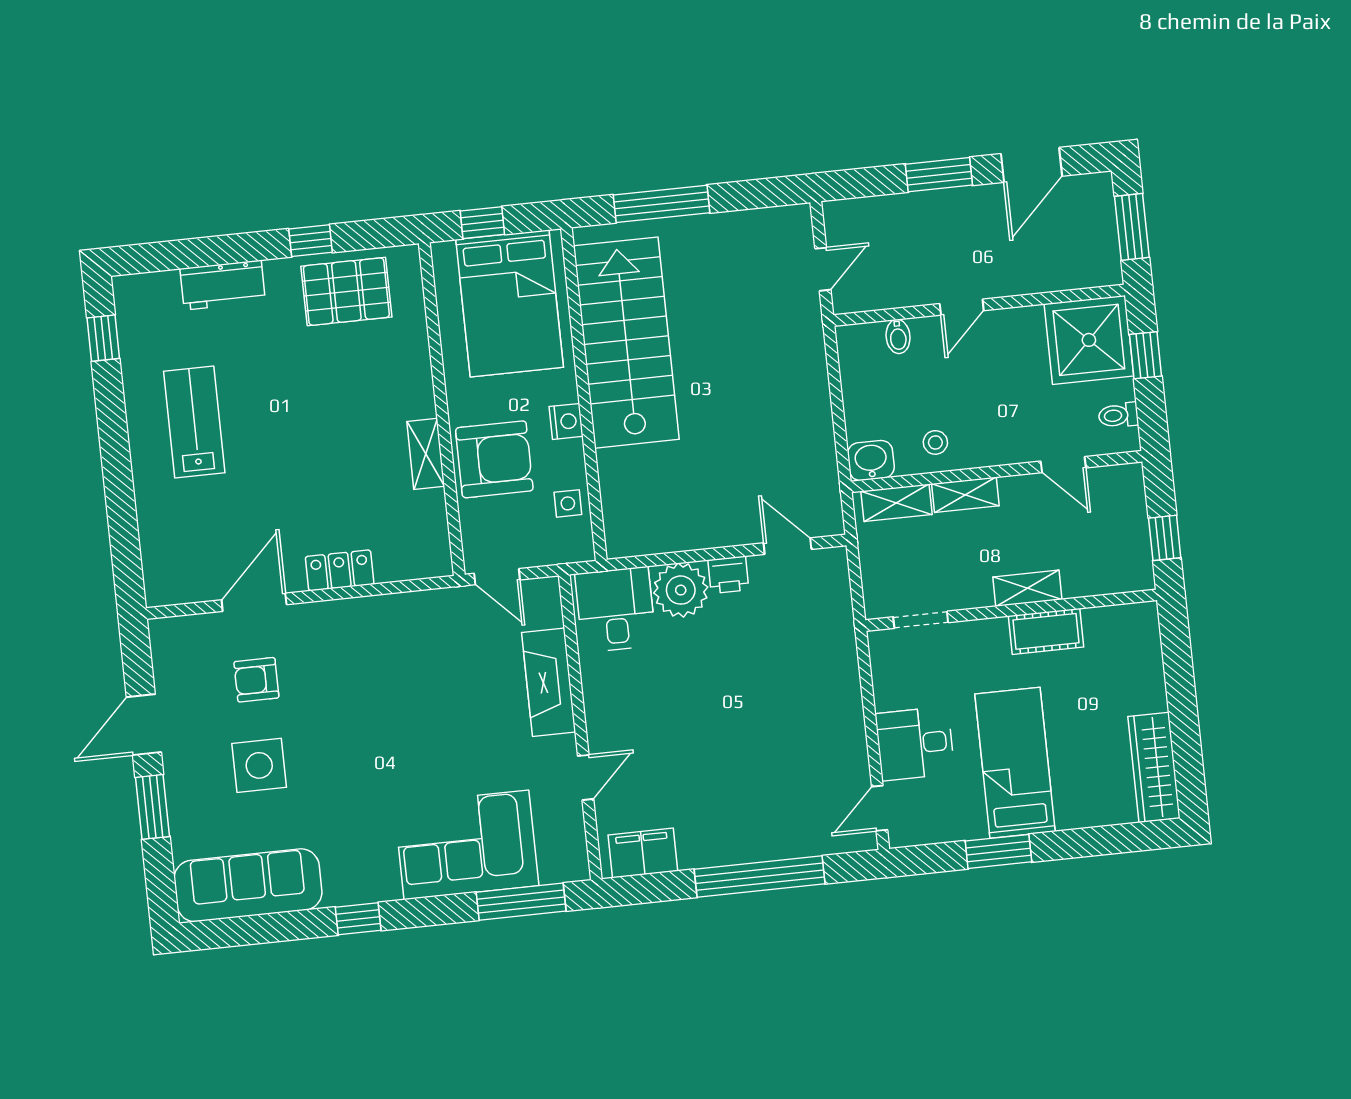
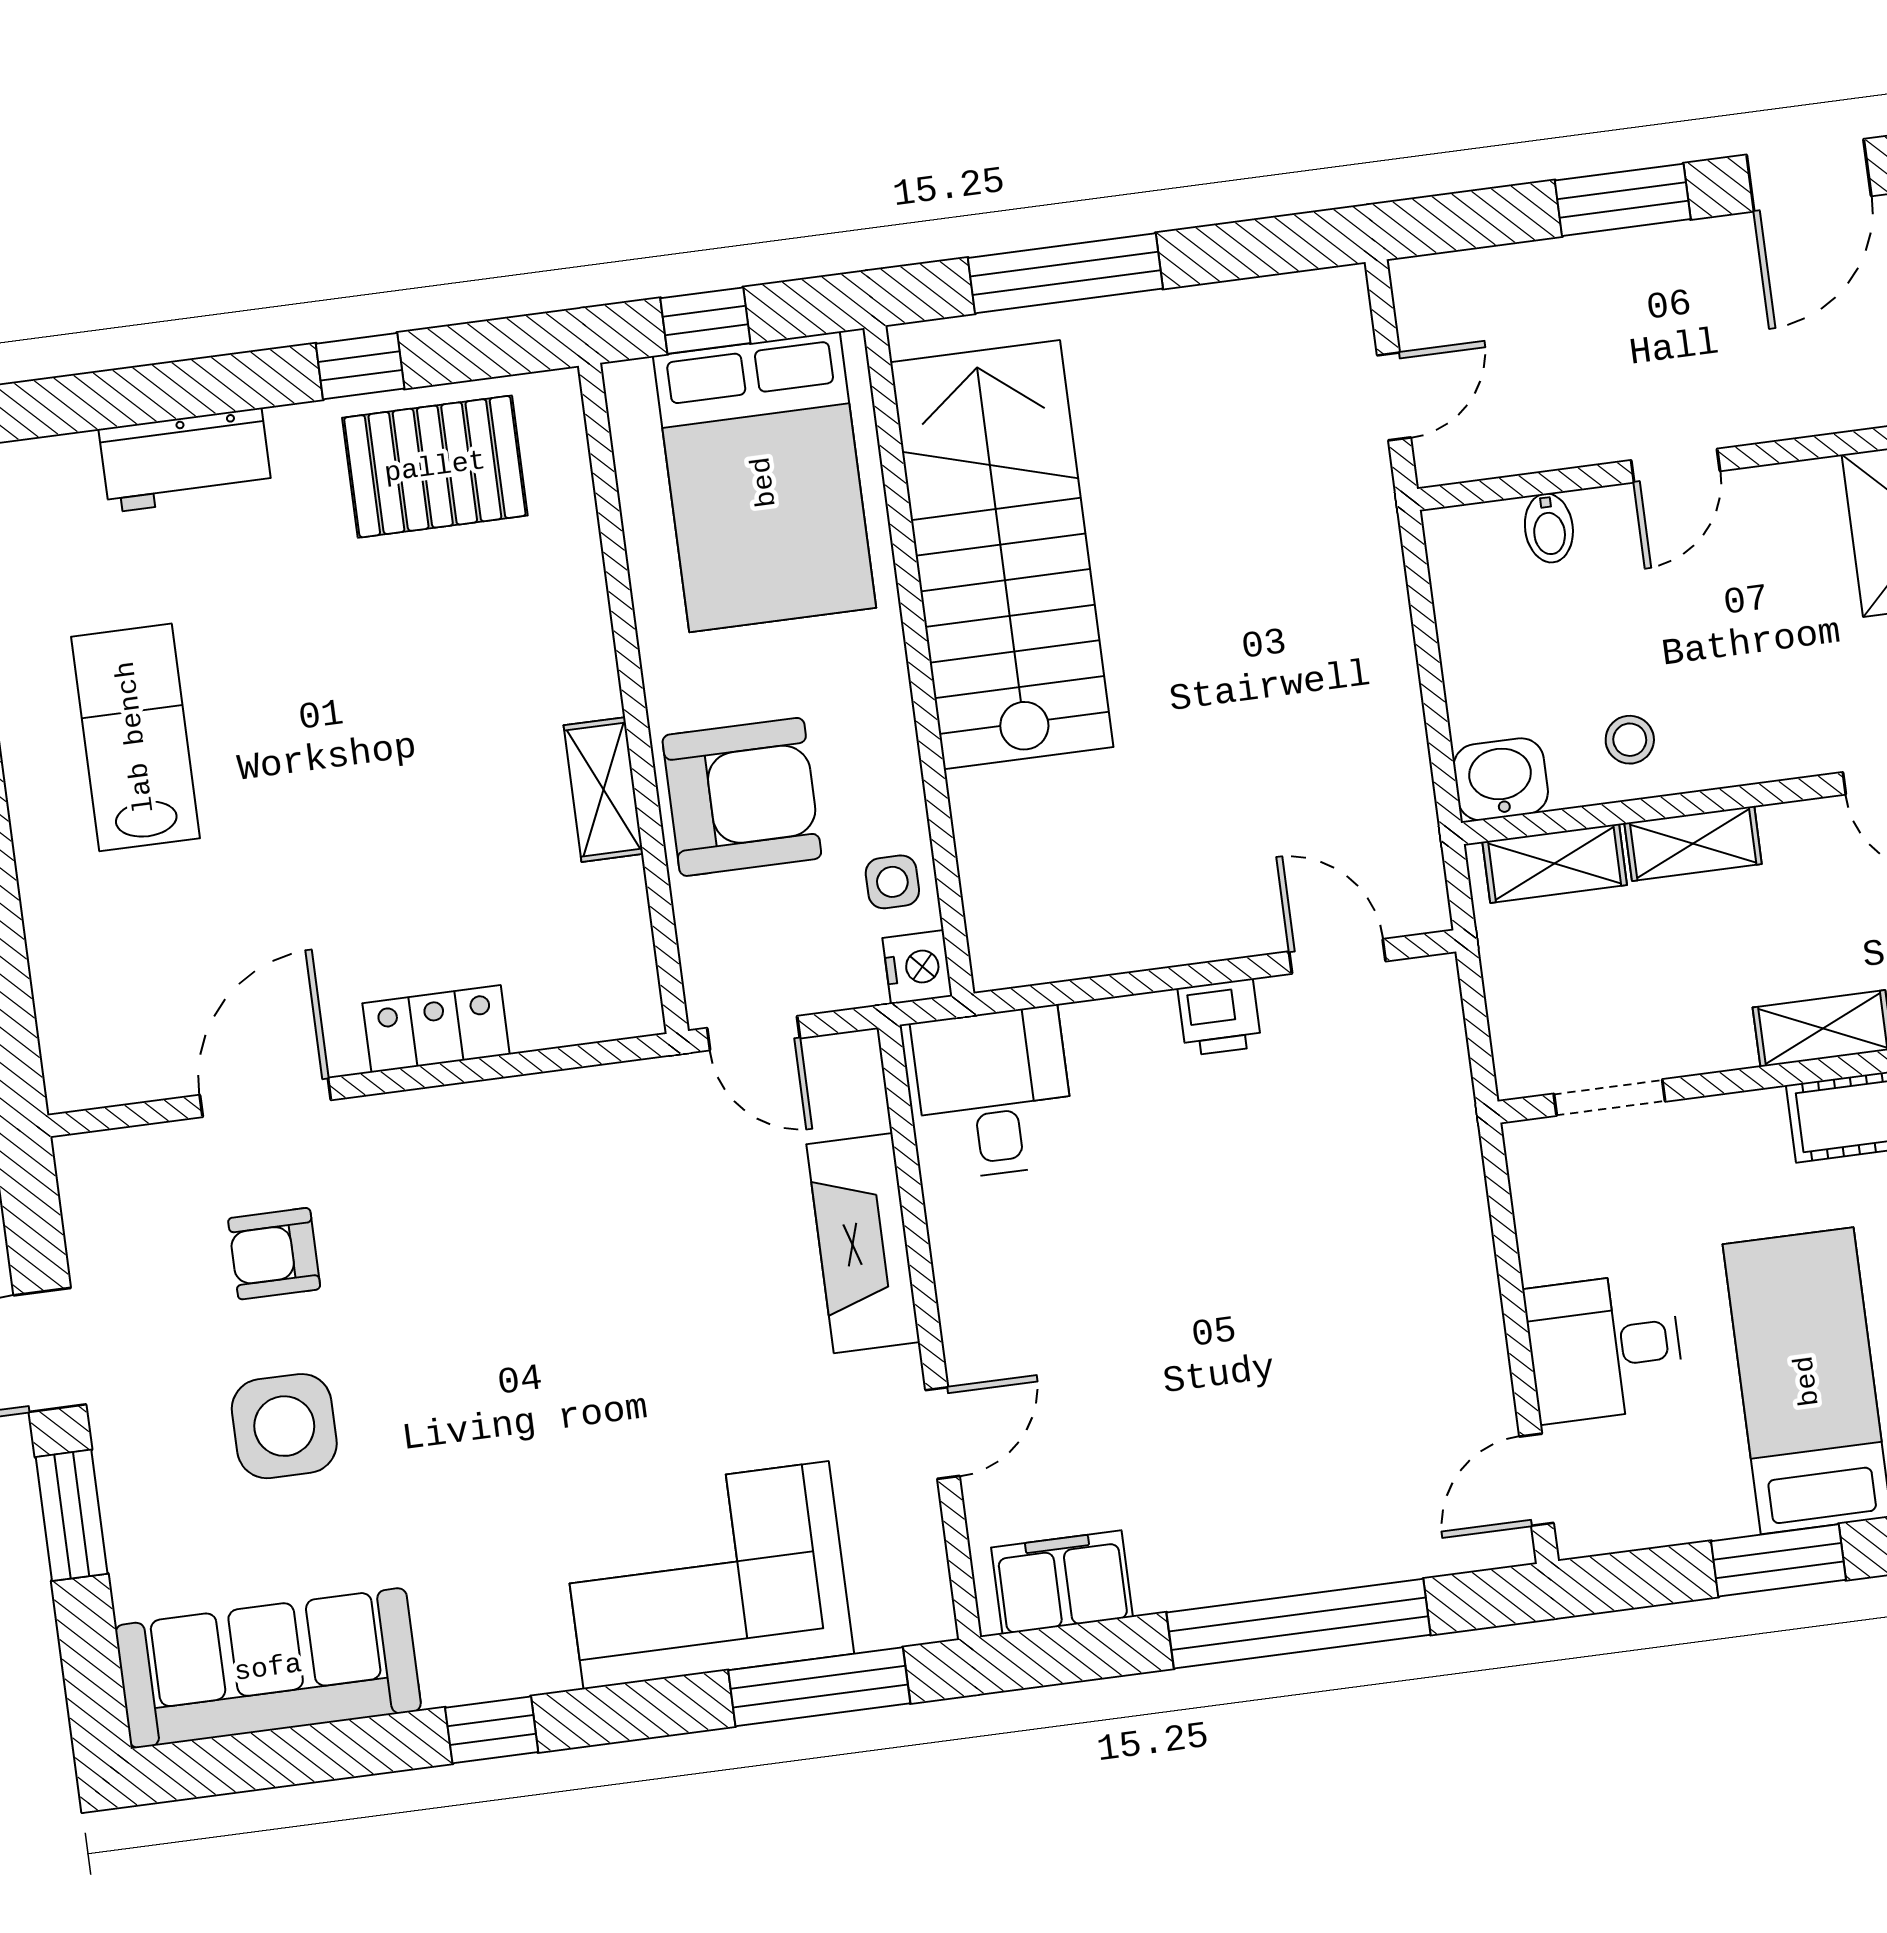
nightstand: (566, 421) -> (917, 967), moved
plant: (681, 590) -> (1124, 1050), removed

